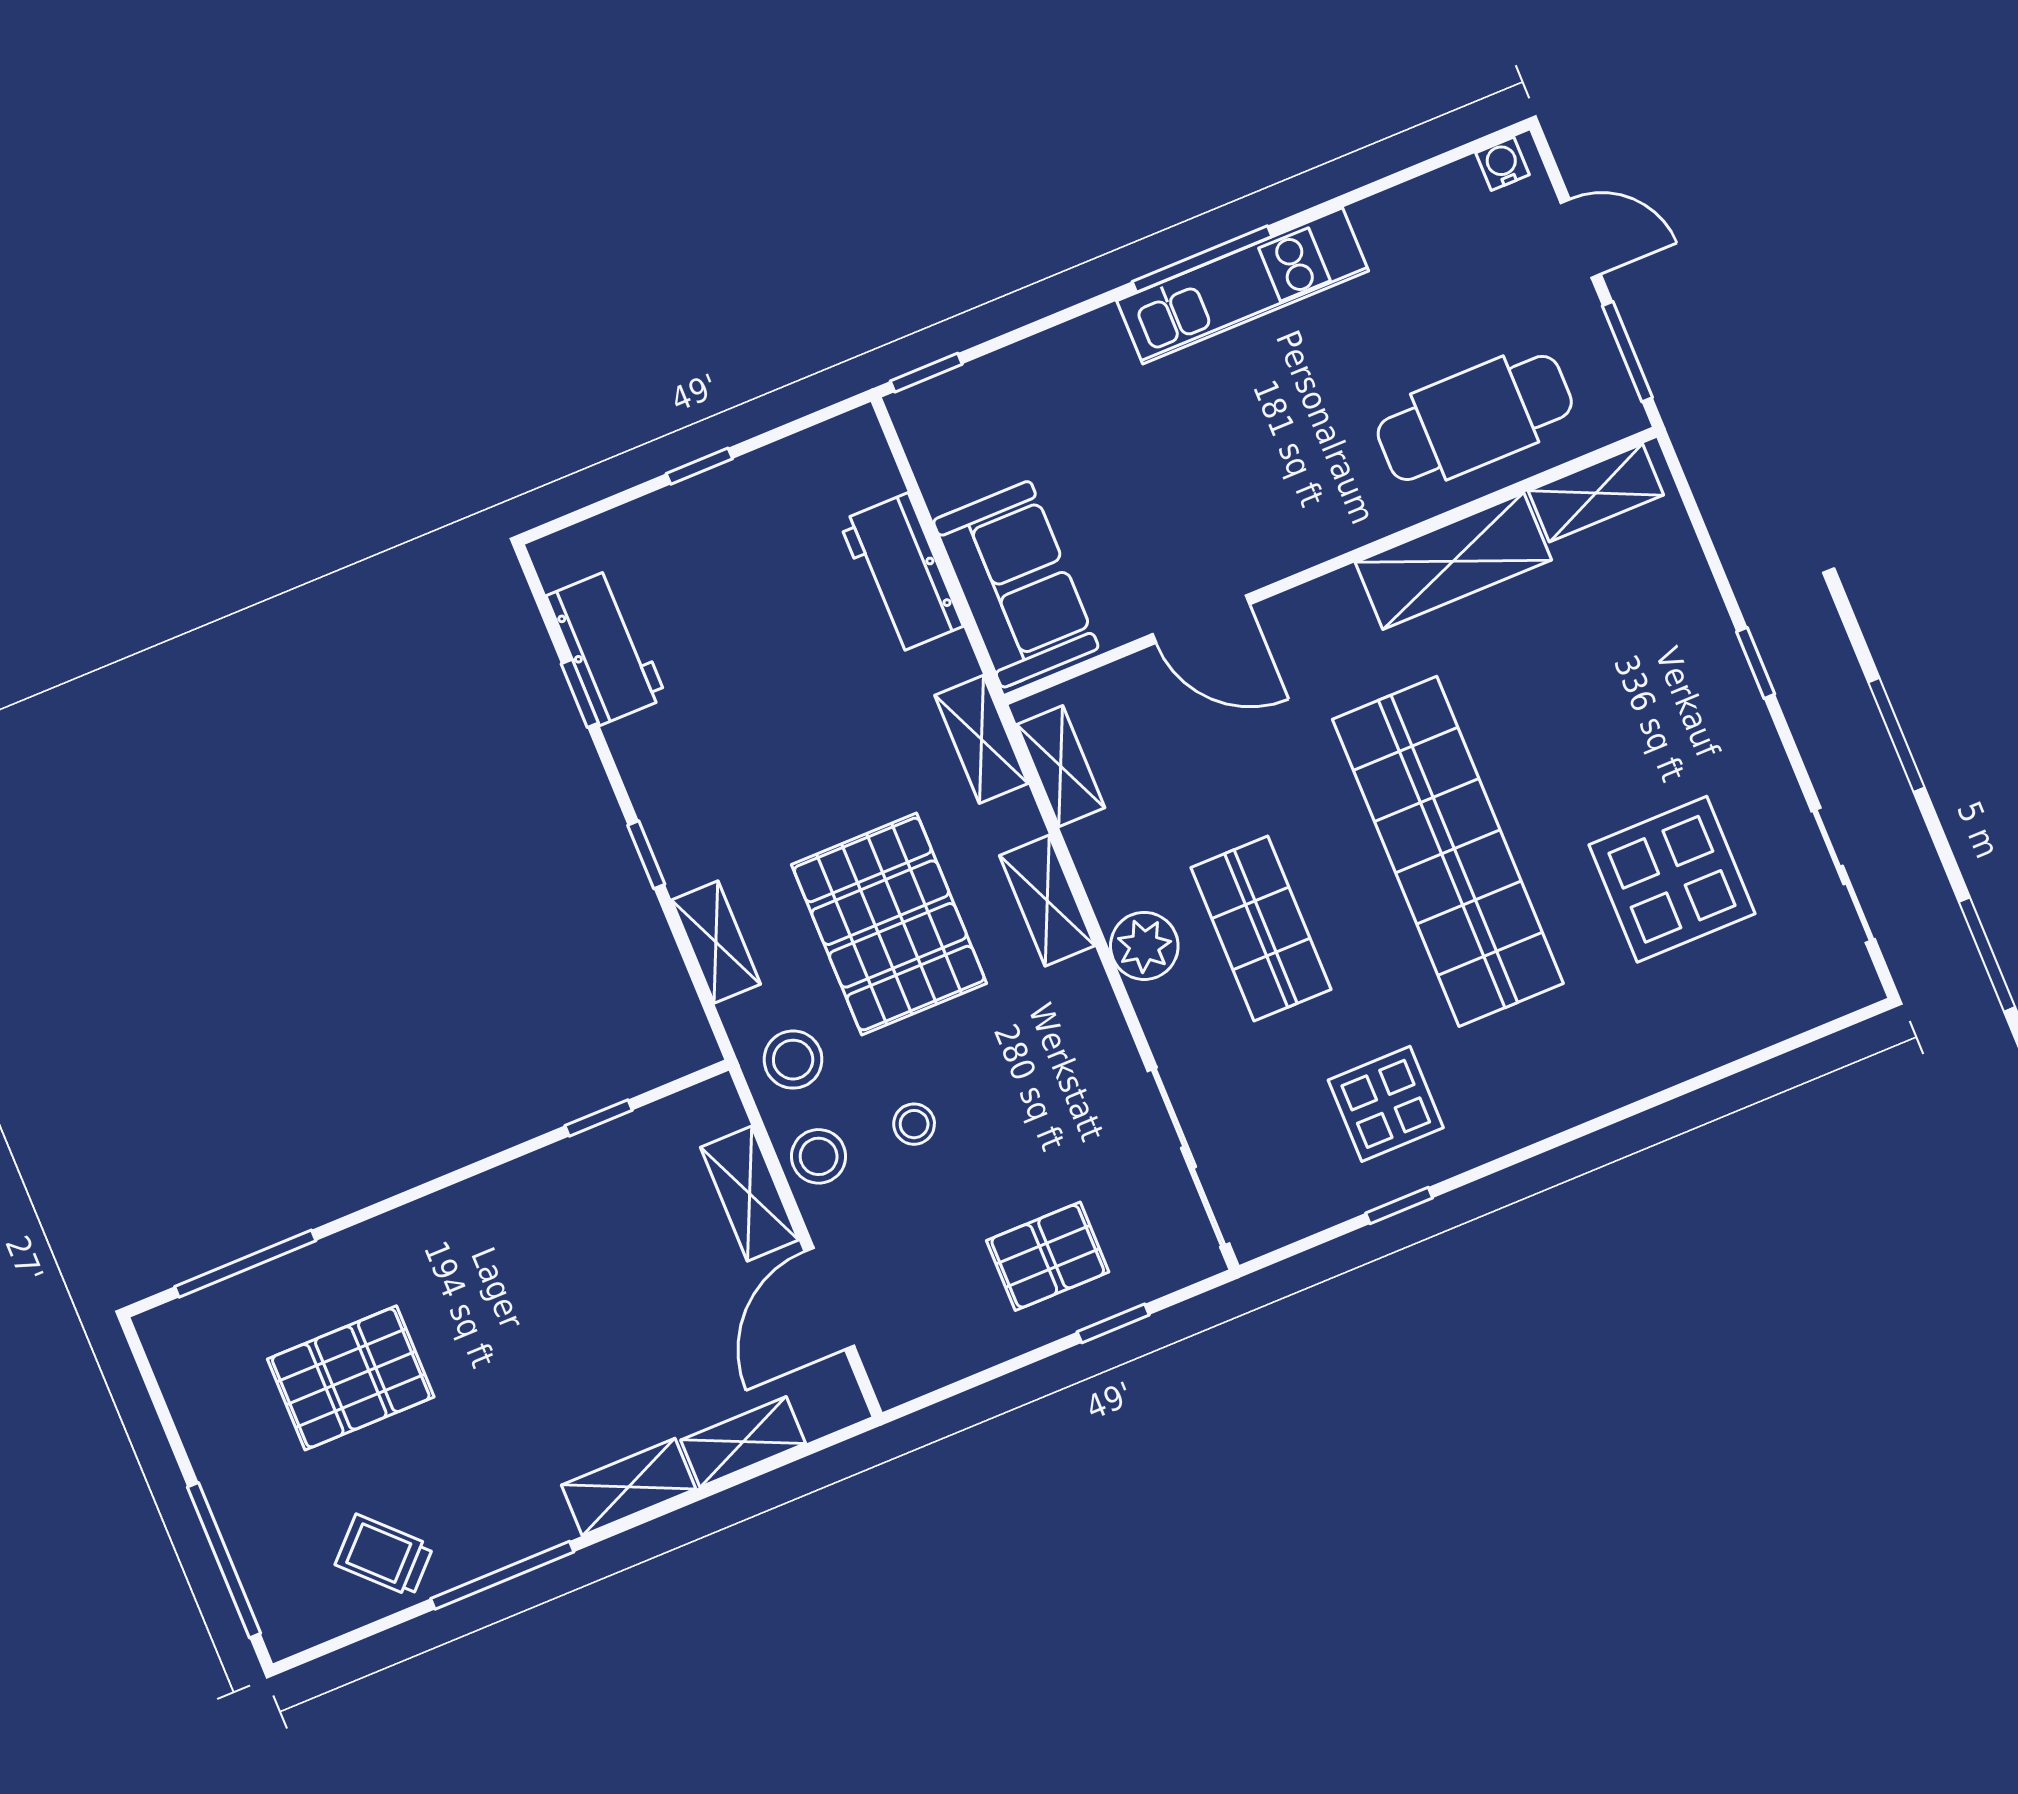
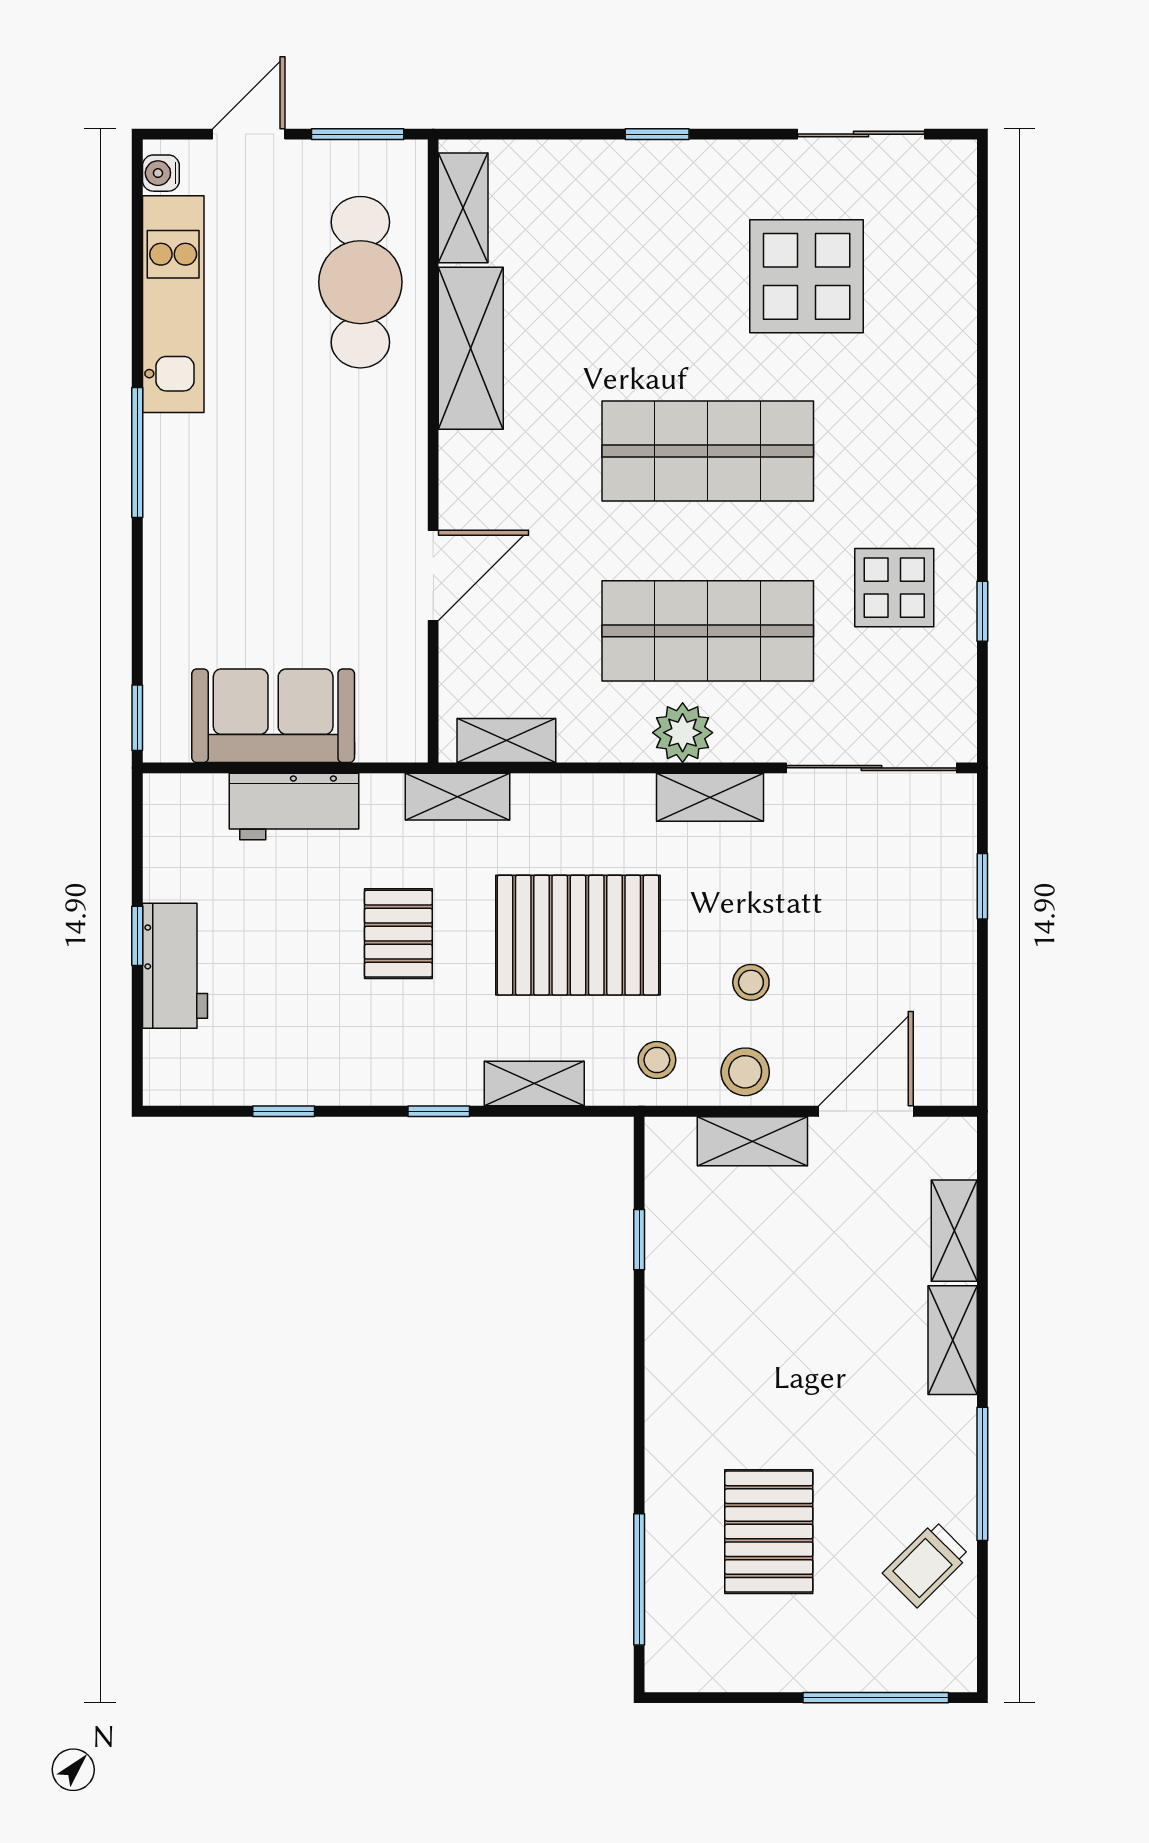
kitchen unit: (1243, 286) -> (173, 304), moved
sofa: (1016, 584) -> (273, 716), moved
workbench: (606, 647) -> (175, 966), moved, turned 90
shop shelf: (1448, 851) -> (708, 451), width x0.71
shelving: (1047, 901) -> (710, 797), moved
shop shelf: (1261, 929) -> (708, 631), width x1.43, depth x1.36
stool: (793, 1060) -> (657, 1060), width x0.73, depth x0.73
pallet: (1048, 1256) -> (398, 934), moved
door: (829, 1299) -> (866, 1111), swing flipped

